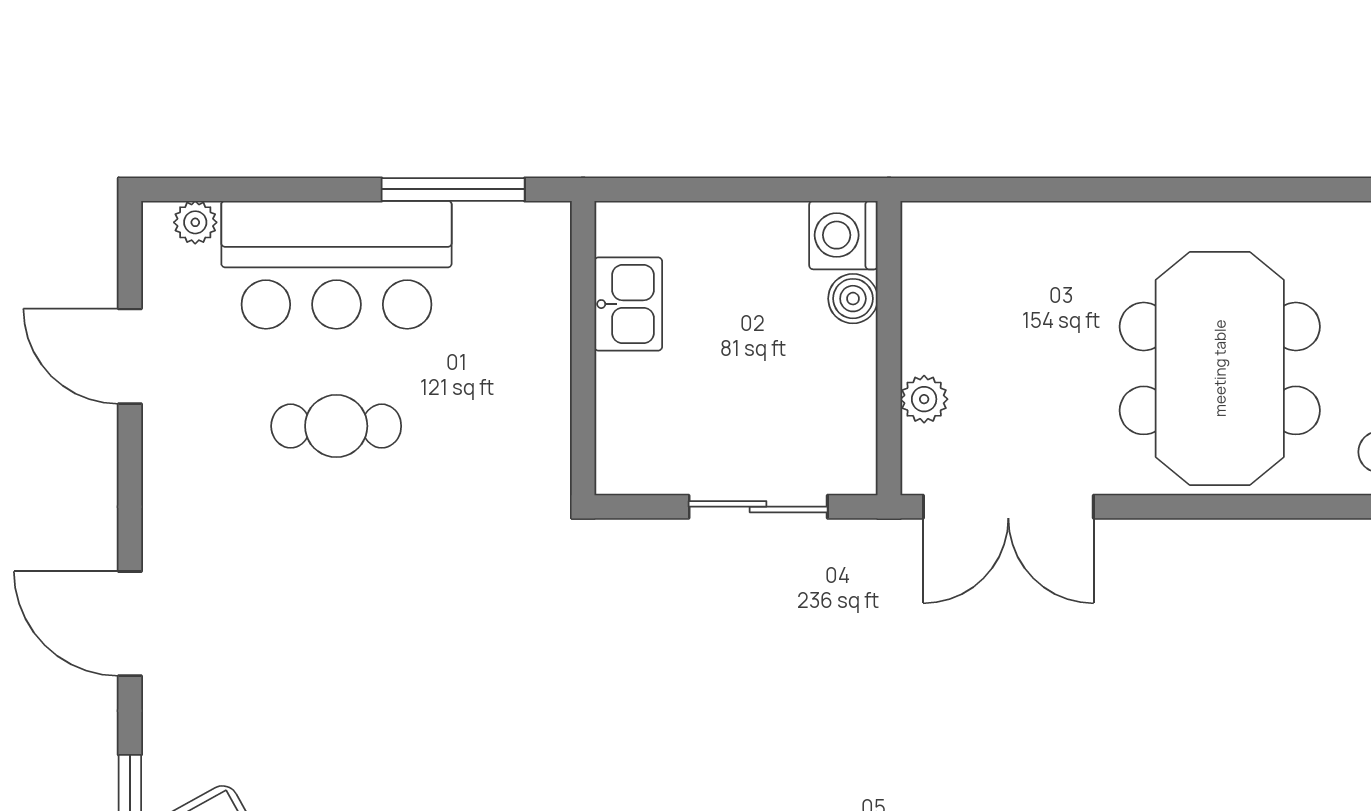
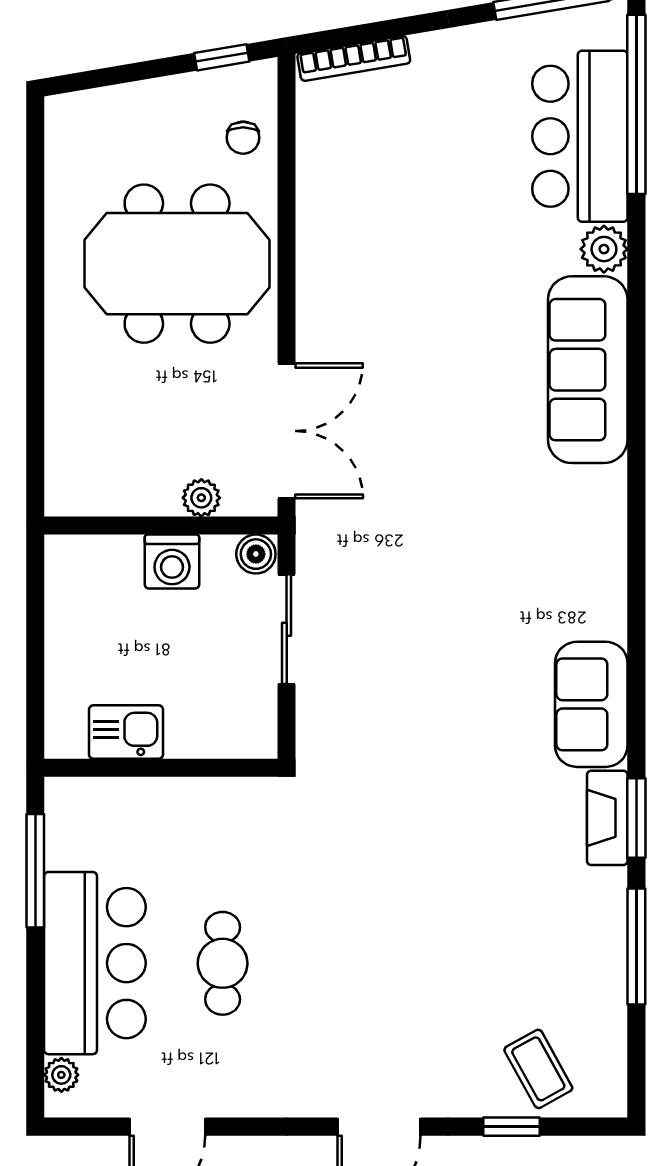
washing machine: (843, 235) -> (172, 562), moved
boiler: (853, 299) -> (256, 554), moved

